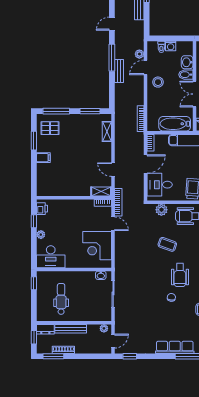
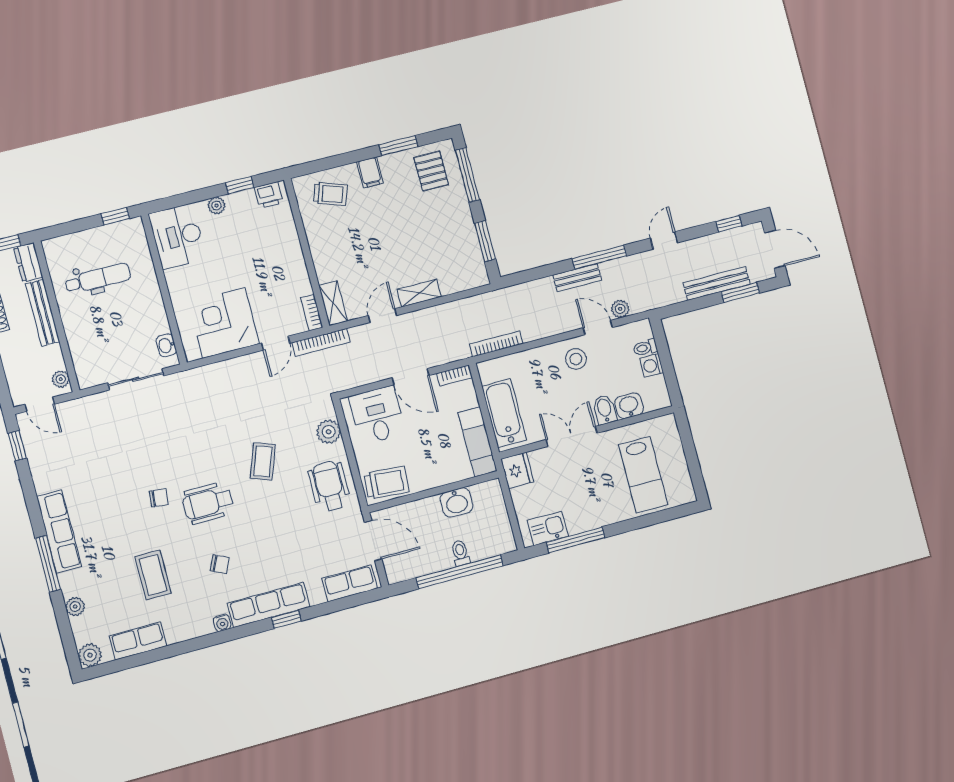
door: (112, 24) -> (664, 240), hinge flipped
shelving: (107, 131) -> (419, 293), moved
trolley: (49, 179) -> (330, 194), added

